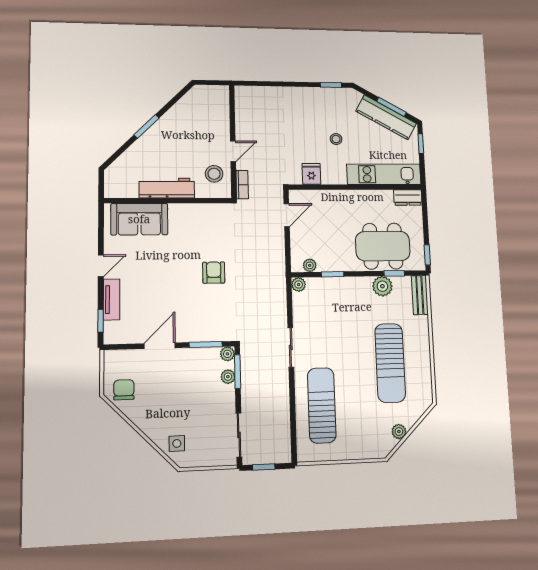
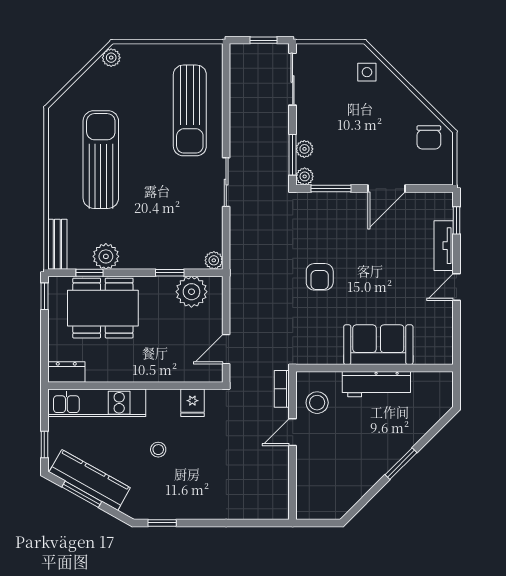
sofa: (139, 219) -> (378, 345), moved
plant: (310, 265) -> (191, 292), width x1.87, depth x1.87
plant: (399, 432) -> (111, 58), moved

